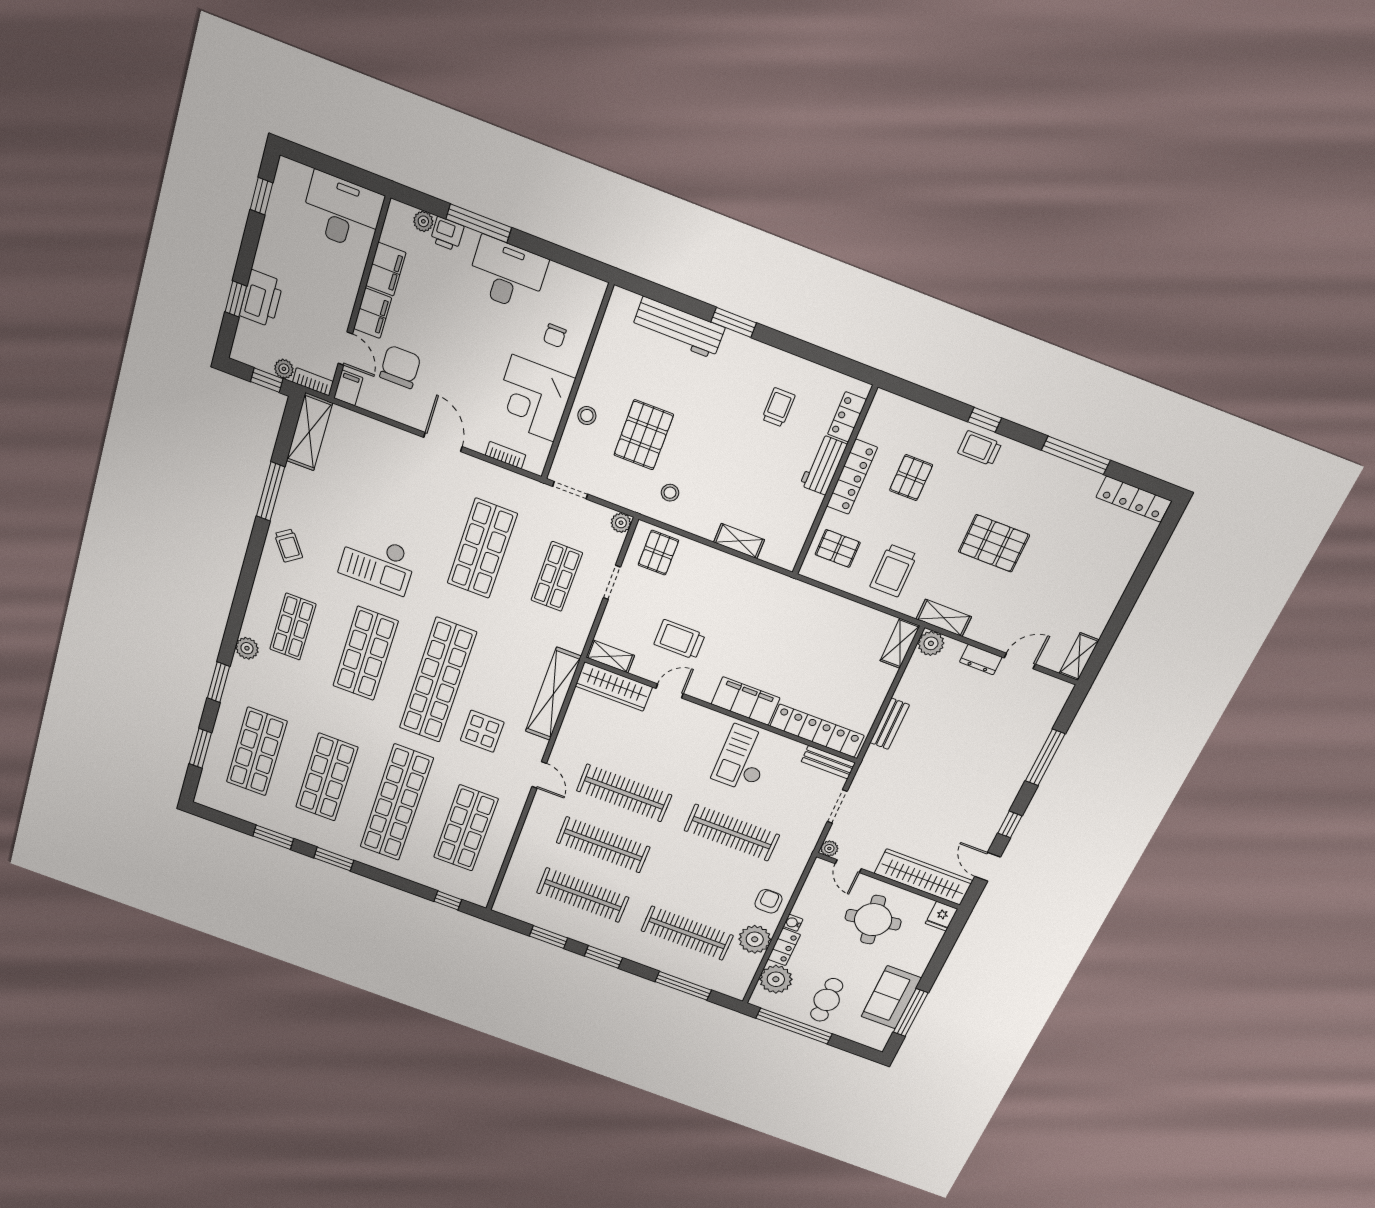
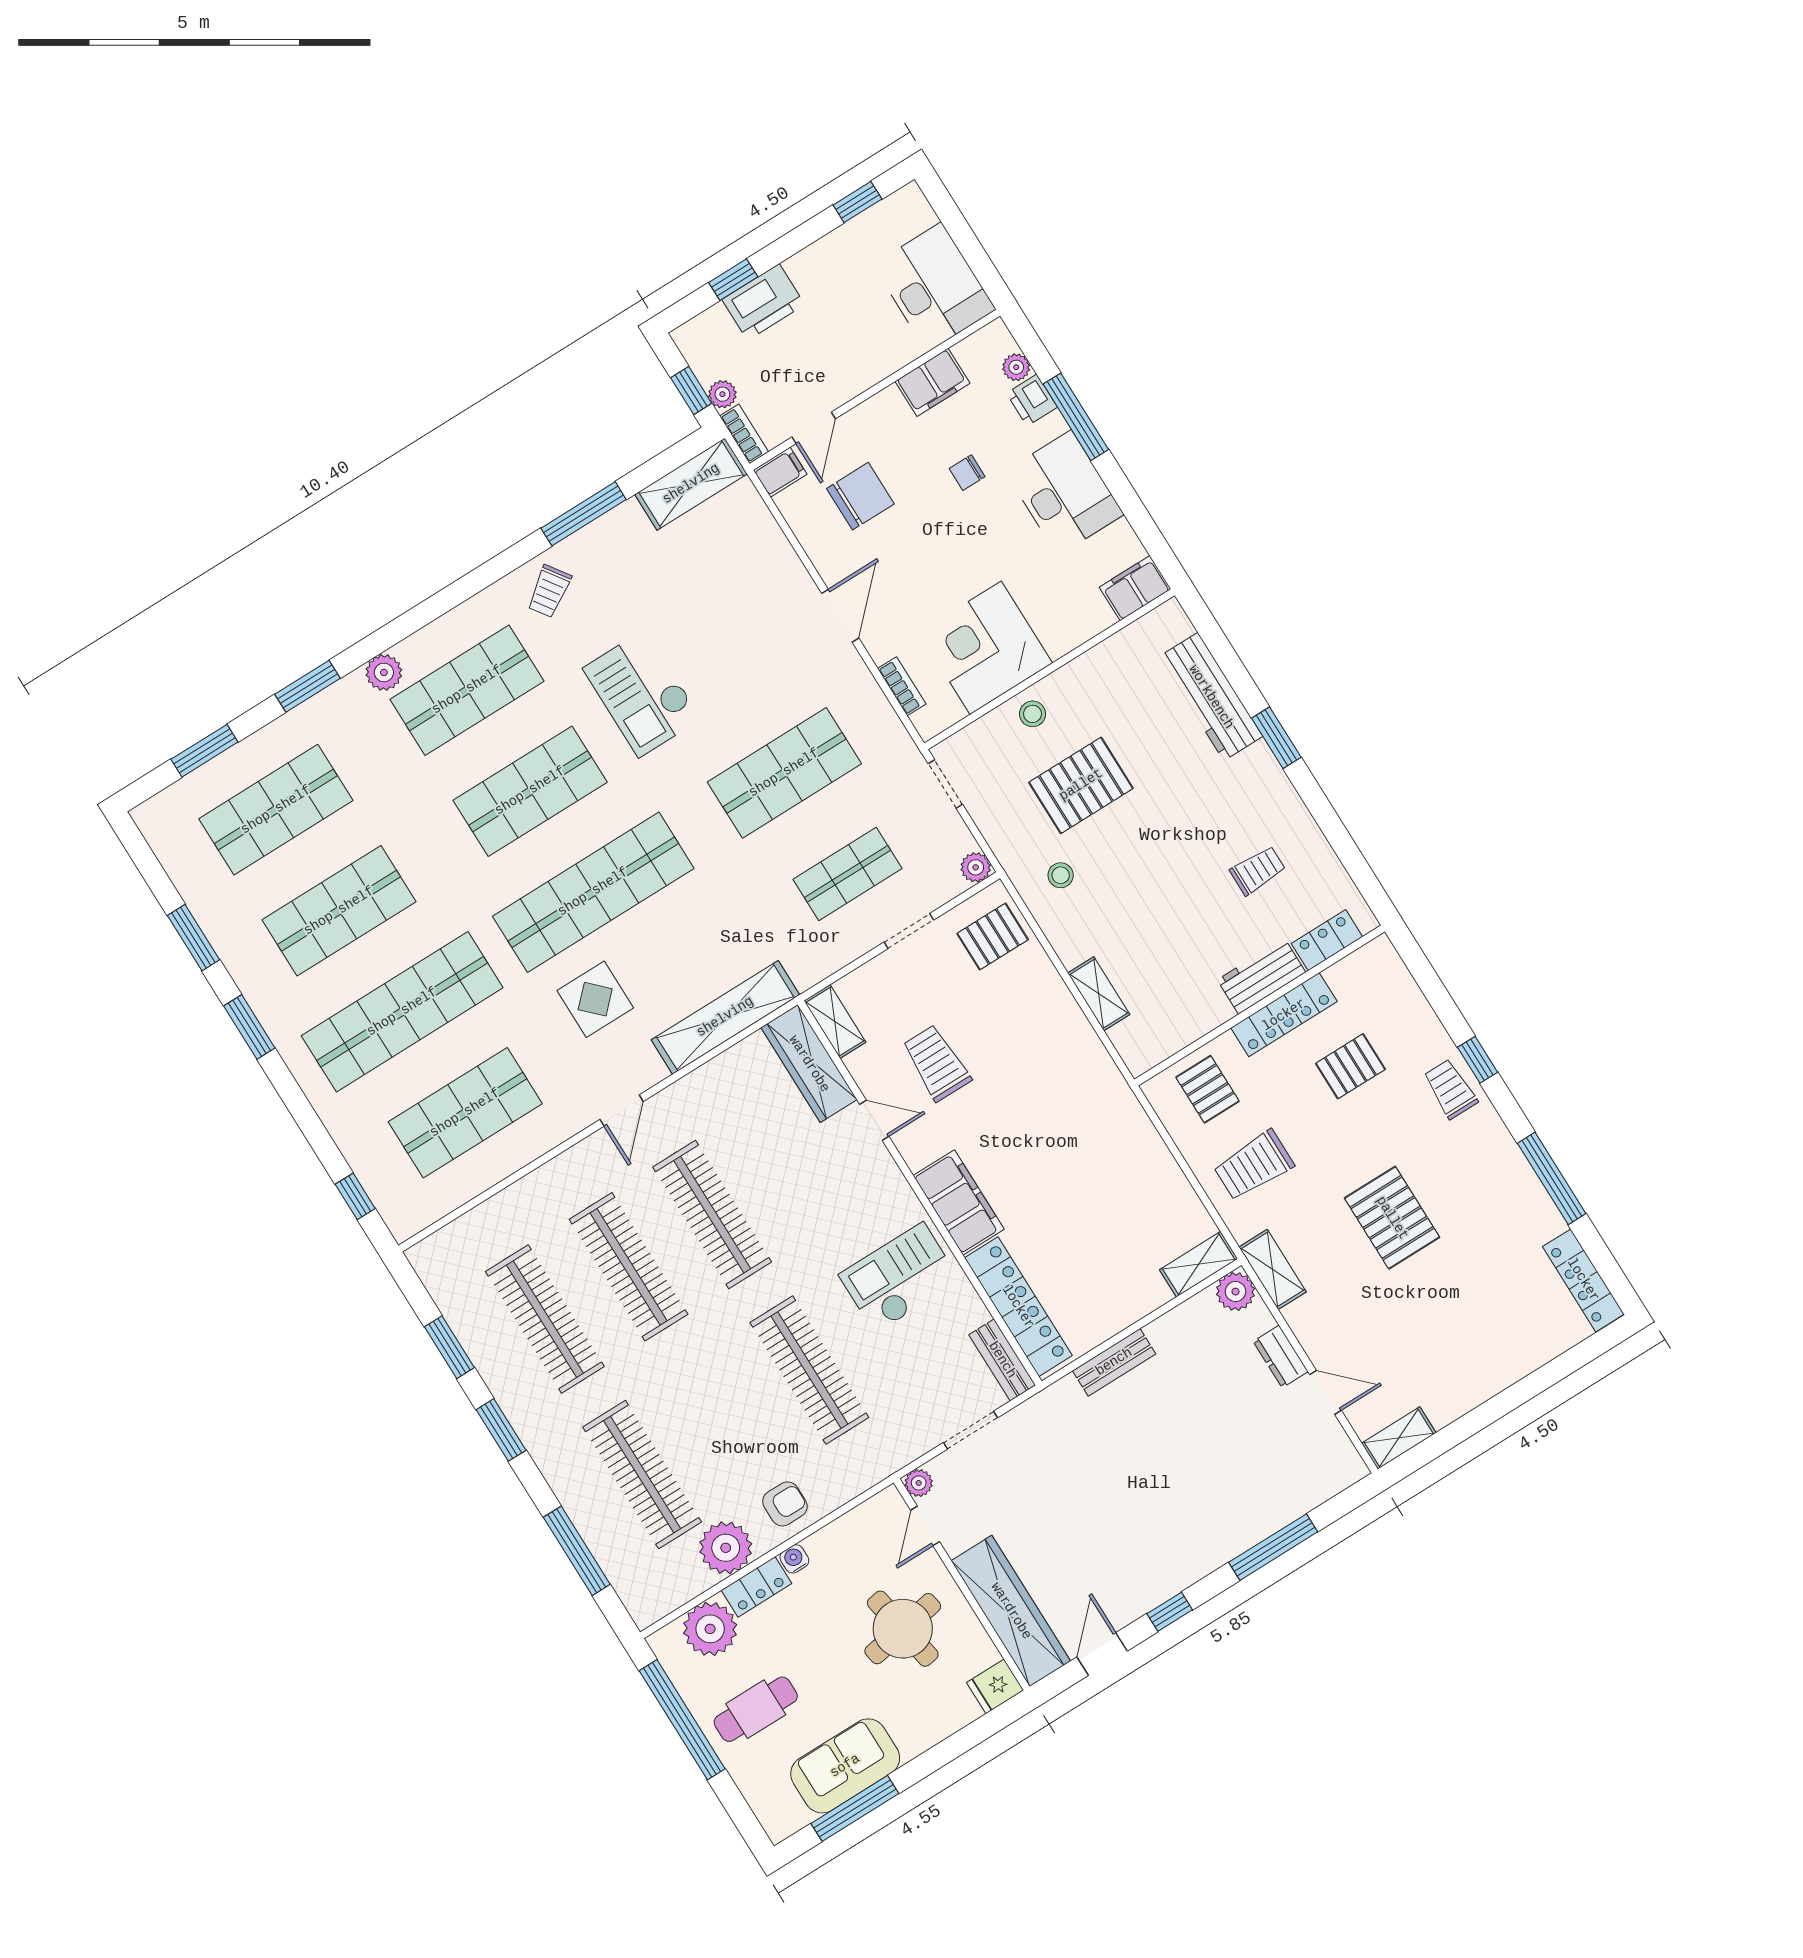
filing cabinet: (372, 313) -> (1135, 588), moved, turned 180
chair: (555, 336) -> (967, 473), moved
shop shelf: (293, 627) -> (467, 690), width x1.43, depth x1.36

